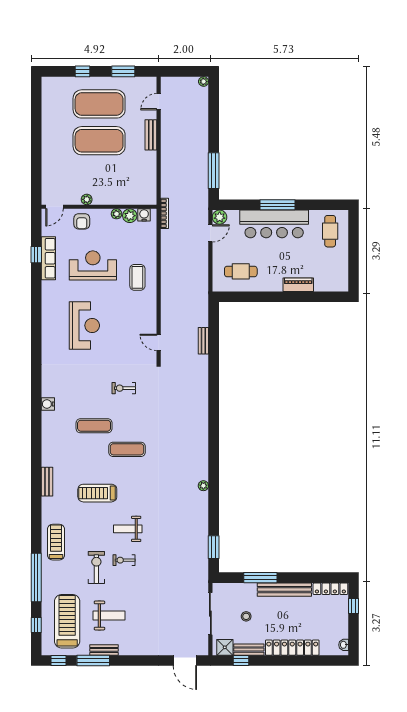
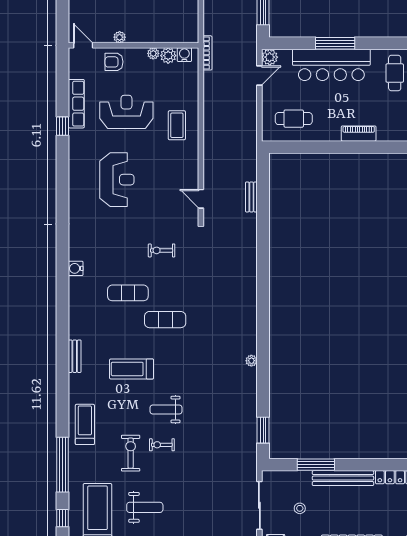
door: (54, 207) -> (83, 45), swing flipped
armchair: (82, 221) -> (114, 62), turned 90
window: (36, 255) -> (63, 126), moved

